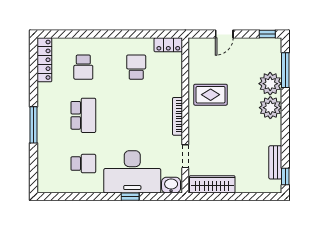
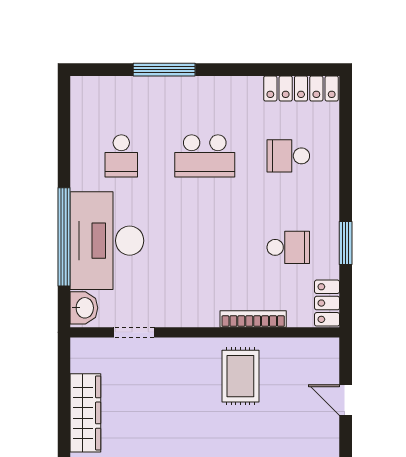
window: (134, 34) -> (346, 243), added
bookcase: (178, 116) -> (253, 319), moved
window: (33, 125) -> (164, 70), moved
wardrobe: (212, 184) -> (85, 413), moved
window: (130, 197) -> (64, 237), width x3.17

